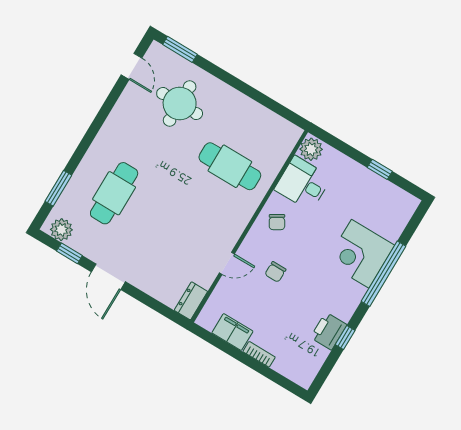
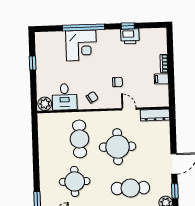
round table: (180, 104) -> (75, 181), moved
round table: (184, 213) -> (118, 147), added
dresser: (191, 301) -> (155, 115), width x1.44
filing cabinet: (232, 332) -> (161, 79), width x0.50

